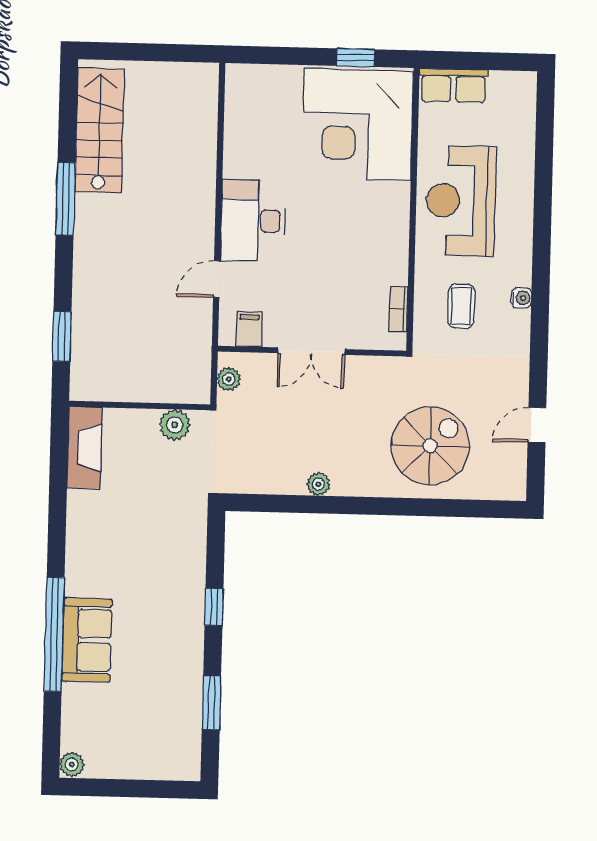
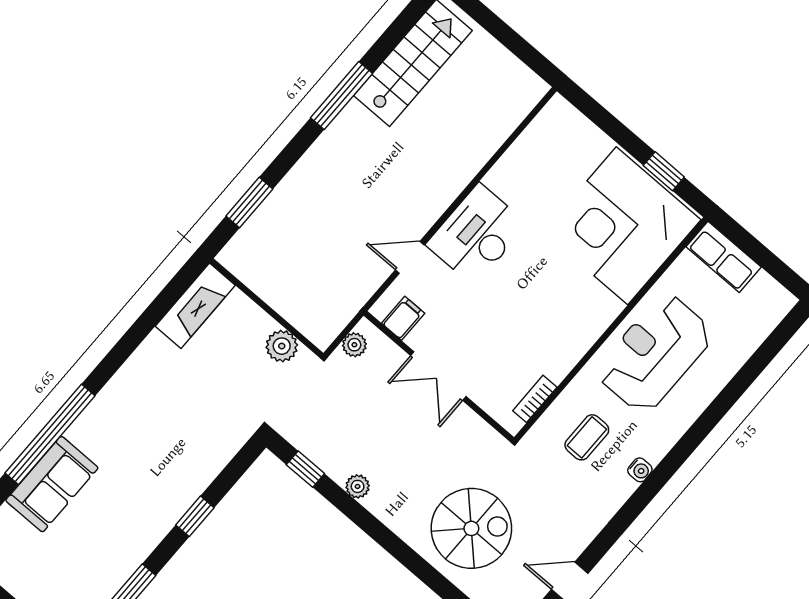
window: (268, 503) -> (305, 469), added
sofa: (87, 640) -> (52, 484), moved

